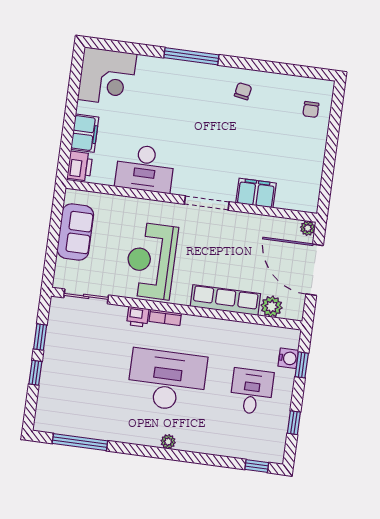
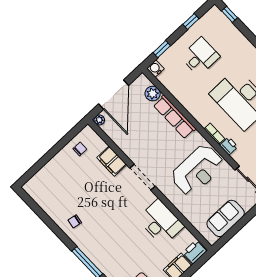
chair: (311, 109) -> (80, 149), moved
water cooler: (288, 358) -> (155, 68), moved
desk: (252, 392) -> (200, 57), turned 180

